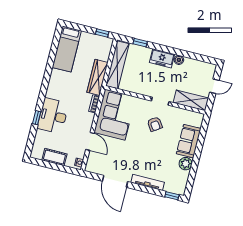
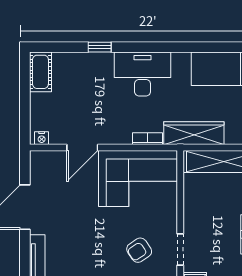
desk: (53, 116) -> (143, 74), moved
cot: (54, 157) -> (40, 72), moved

